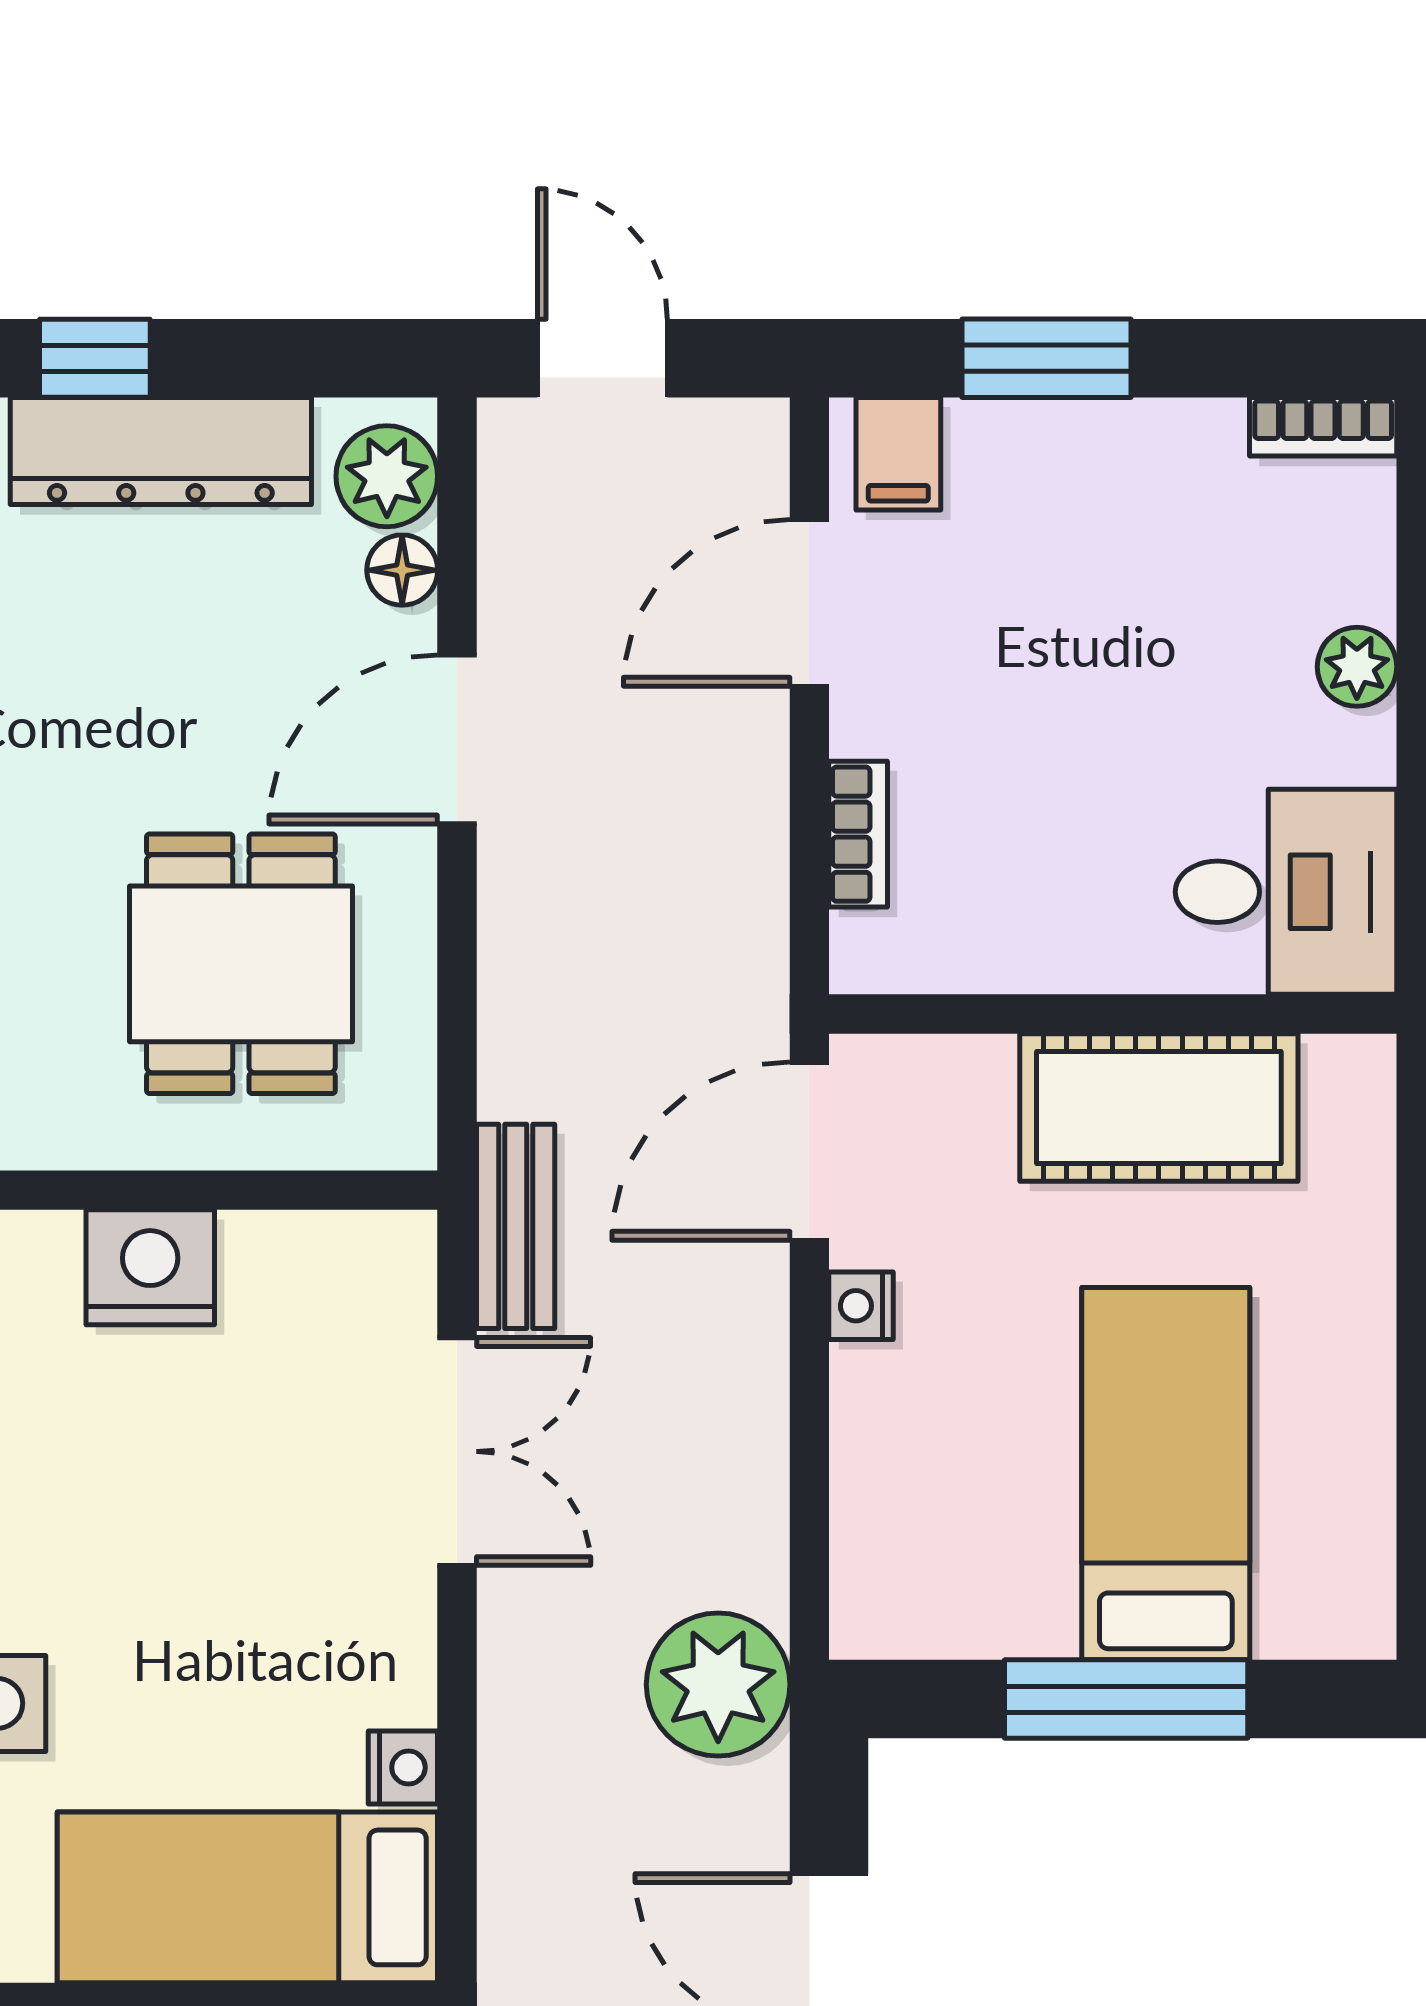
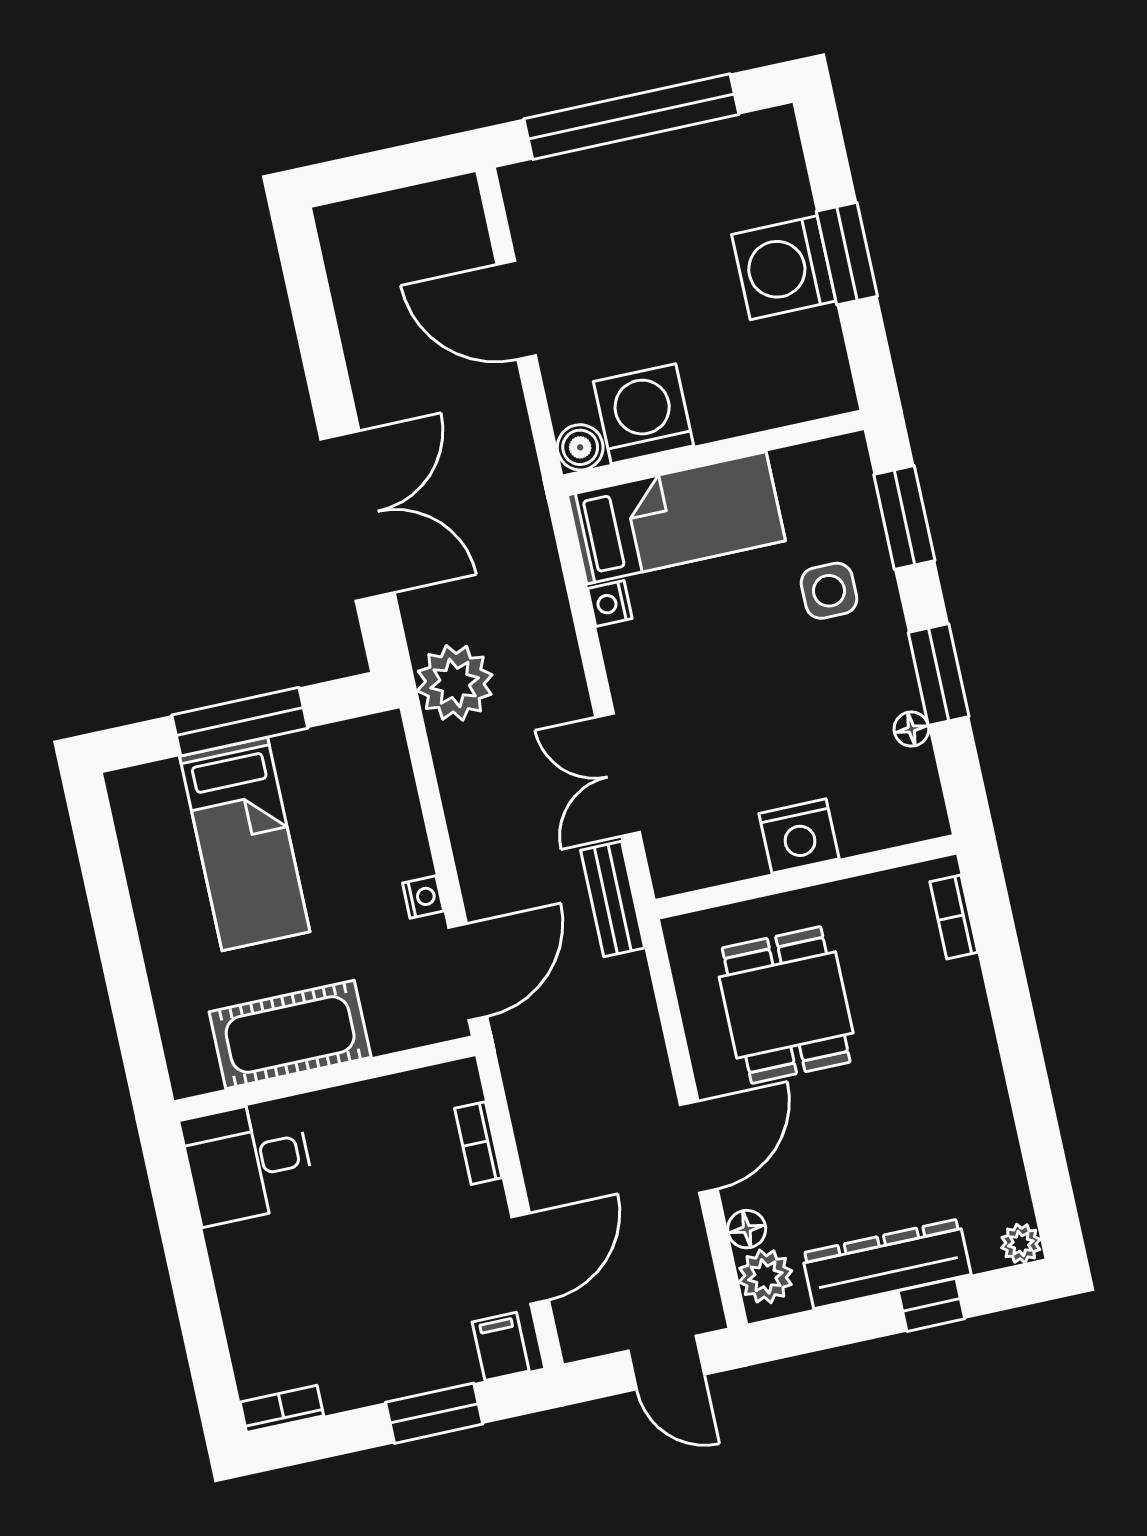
plant: (1357, 667) -> (237, 1287), removed

